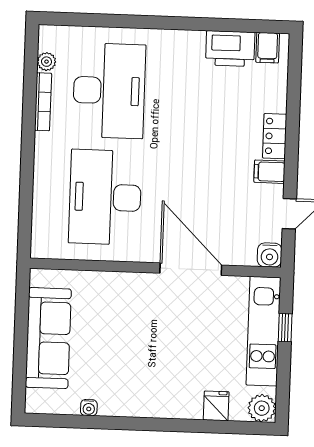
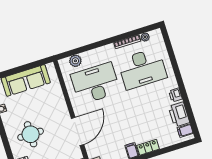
printer: (188, 41) -> (176, 95), added
plant: (44, 222) -> (75, 61), added
round table: (162, 367) -> (31, 134), added

